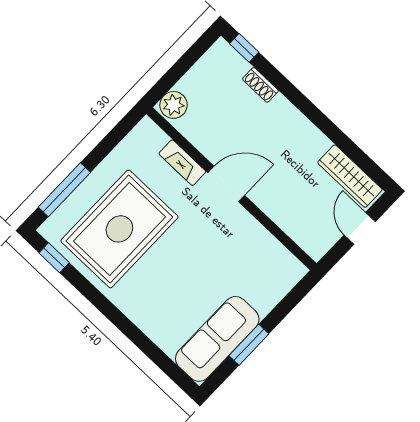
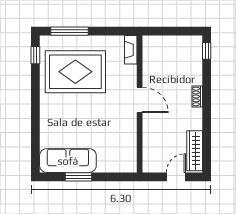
shoe rack: (260, 85) -> (197, 96), moved
plant: (173, 105) -> (152, 44), removed
fireplace: (182, 163) -> (131, 50), moved

